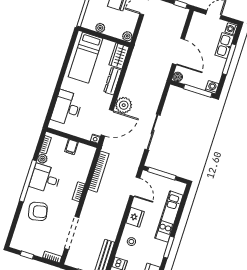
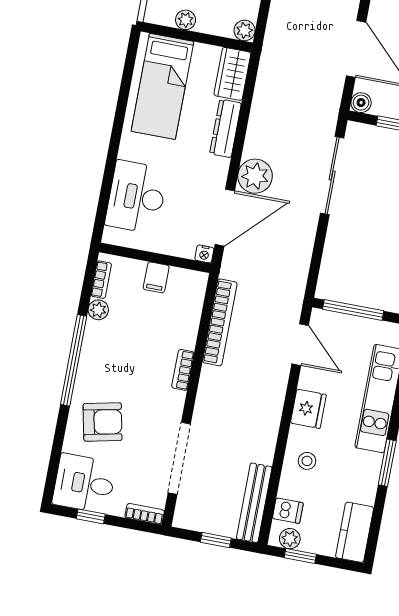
sliding door: (153, 132) -> (332, 176), moved
desk: (45, 179) -> (84, 483), moved

